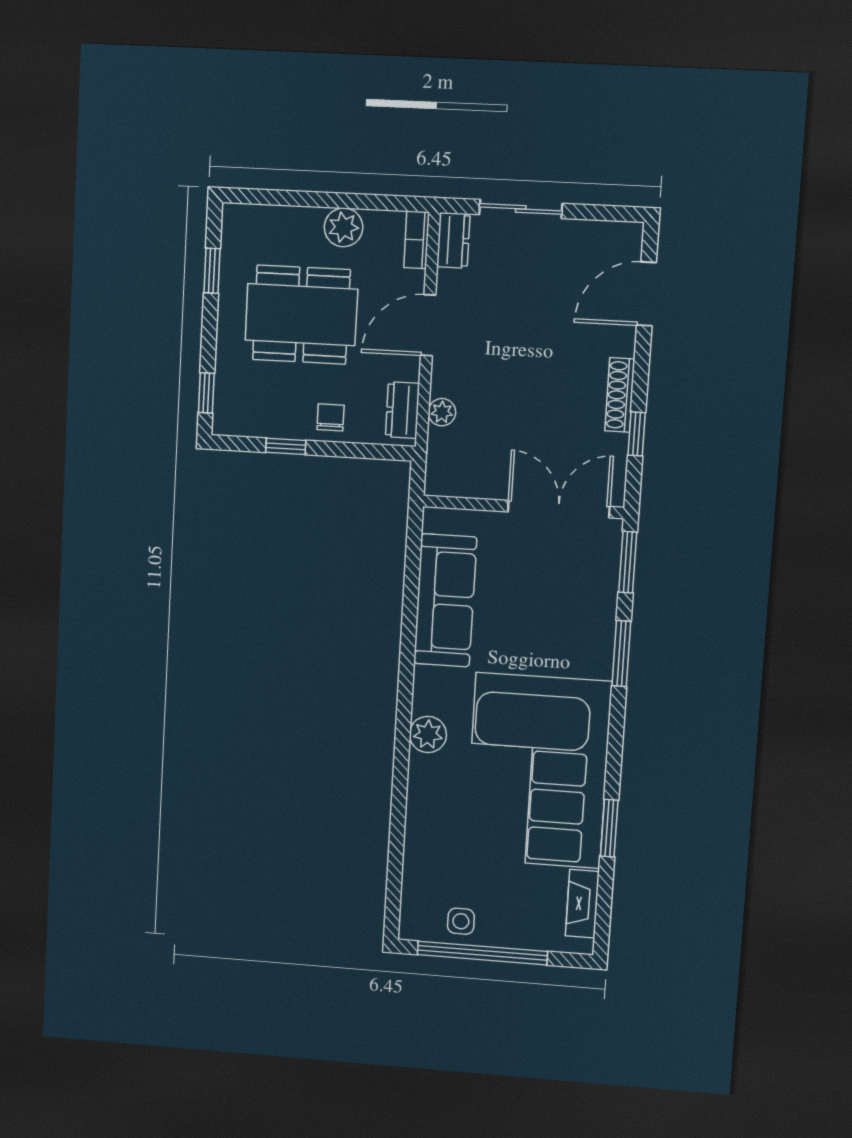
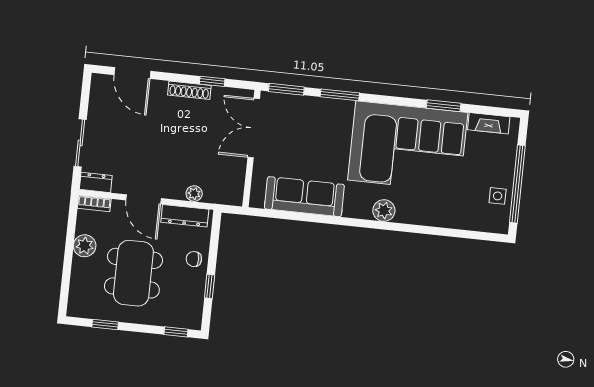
dresser: (402, 410) -> (185, 216), width x1.44

